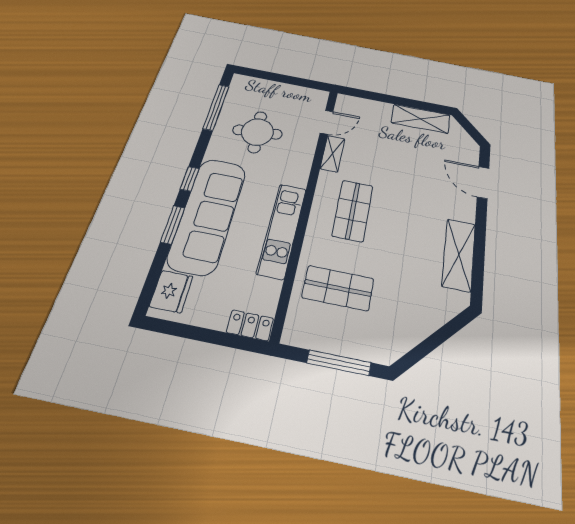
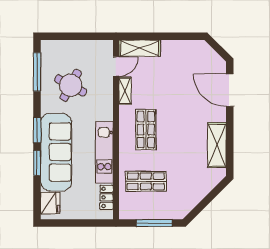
shelving: (421, 119) -> (140, 48), moved
round table: (257, 132) -> (71, 85), turned 33
window: (190, 179) -> (37, 130), width x1.50
door: (483, 183) -> (230, 90), width x1.36
locker: (250, 325) -> (107, 197), moved, turned -90

